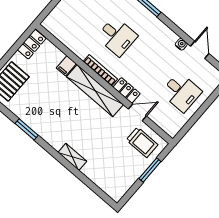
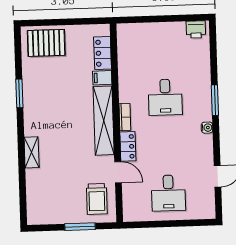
locker: (32, 44) -> (103, 53), moved, turned 90
water cooler: (181, 44) -> (207, 128), moved
bookcase: (100, 70) -> (125, 117), width x0.64

